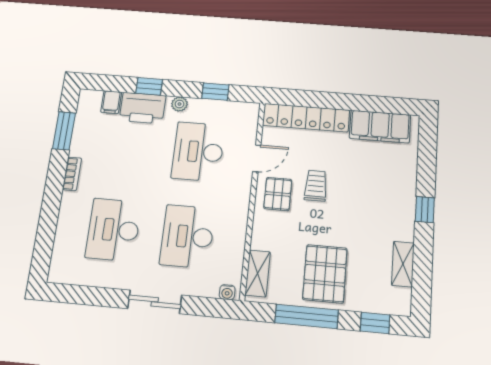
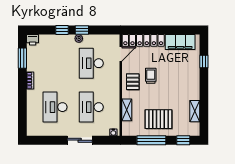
window: (215, 92) -> (82, 30), moved
filing cabinet: (111, 102) -> (44, 40), removed
printer: (143, 108) -> (33, 40), moved, width x0.53, depth x0.68
door: (257, 158) -> (121, 54), moved
window: (425, 210) -> (204, 62), moved
shelving: (258, 273) -> (127, 110), moved
pallet: (325, 274) -> (158, 119), turned 90

